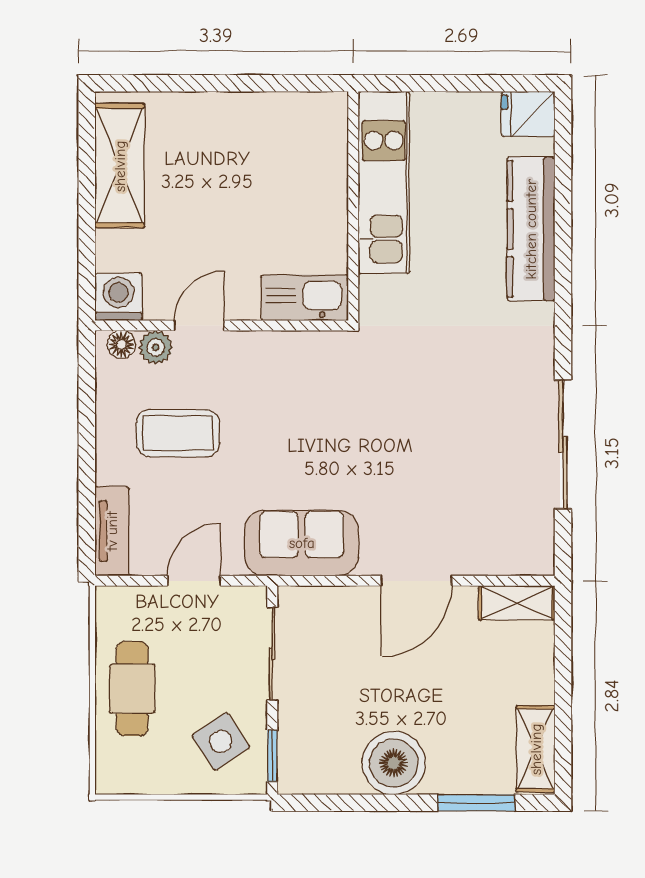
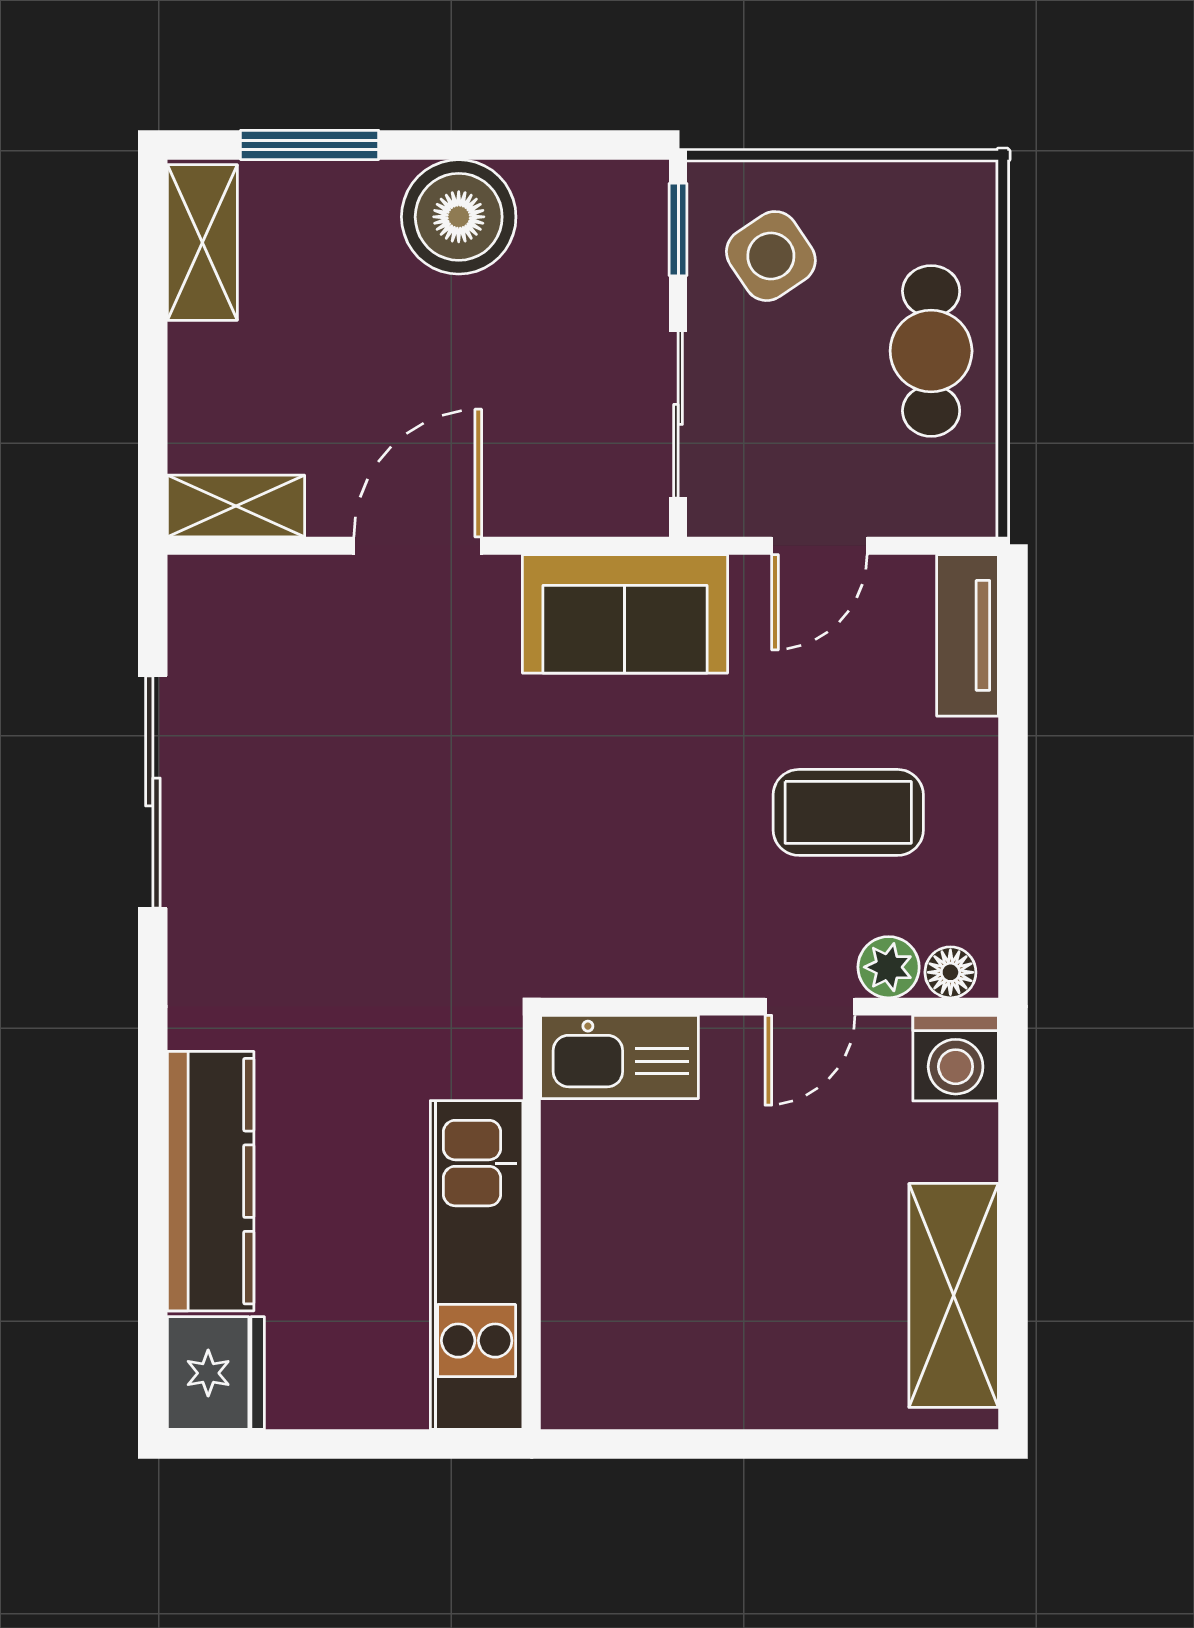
fridge: (528, 114) -> (216, 1373), width x1.38

